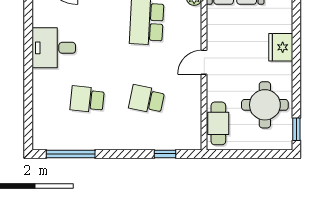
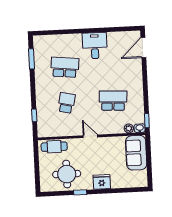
school desk: (87, 99) -> (65, 67), width x1.85
window: (296, 129) -> (80, 192), moved
window: (71, 154) -> (31, 59), width x0.69

